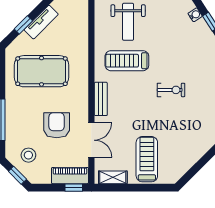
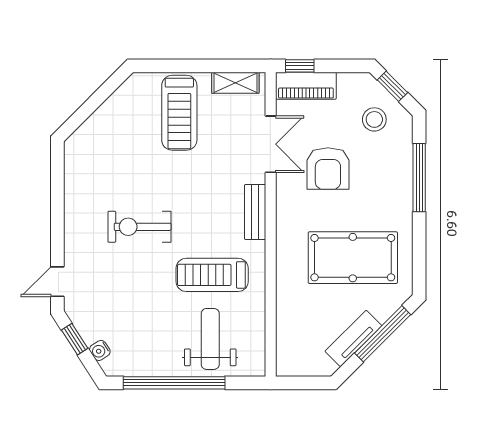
window: (23, 25) -> (383, 334), width x2.17
treadmill: (127, 61) -> (212, 275), turned 180
exercise bike: (171, 90) -> (139, 227), width x1.38, depth x1.39
double door: (91, 140) -> (271, 144), swing flipped

